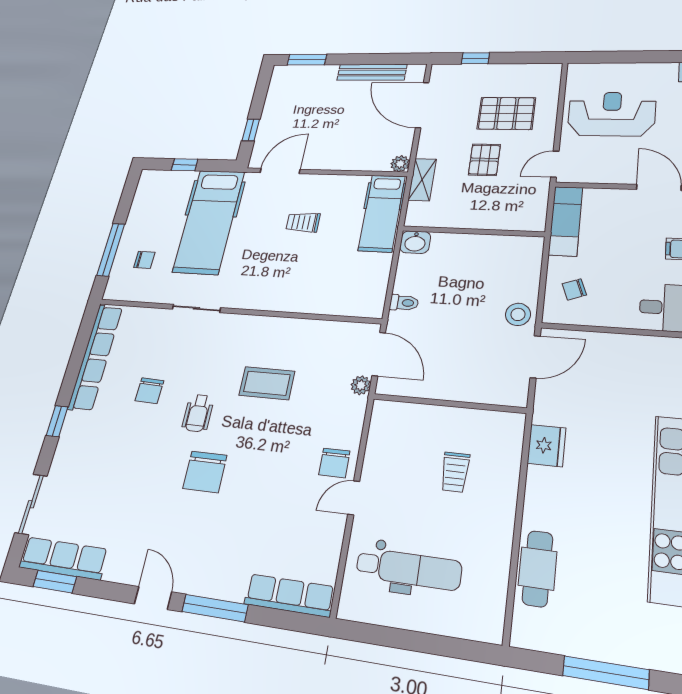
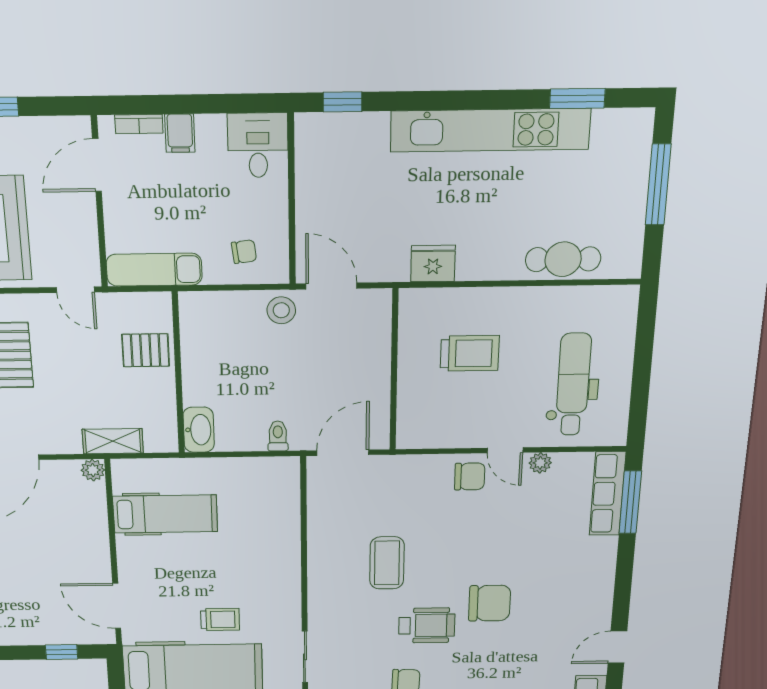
pallet: (484, 160) -> (146, 350), moved
hospital bed: (382, 213) -> (165, 514), moved
trolley: (303, 222) -> (220, 620), moved, turned -90
washbasin: (415, 242) -> (199, 430), width x1.38
chair: (574, 289) -> (244, 252), turned -76
plant: (361, 385) -> (540, 463), moved
wheelchair: (198, 413) -> (427, 625), width x1.36, depth x1.37
trolley: (455, 472) -> (470, 353), width x1.36, depth x1.39
door: (153, 598) -> (617, 647), moved
window: (215, 608) -> (630, 502), moved

